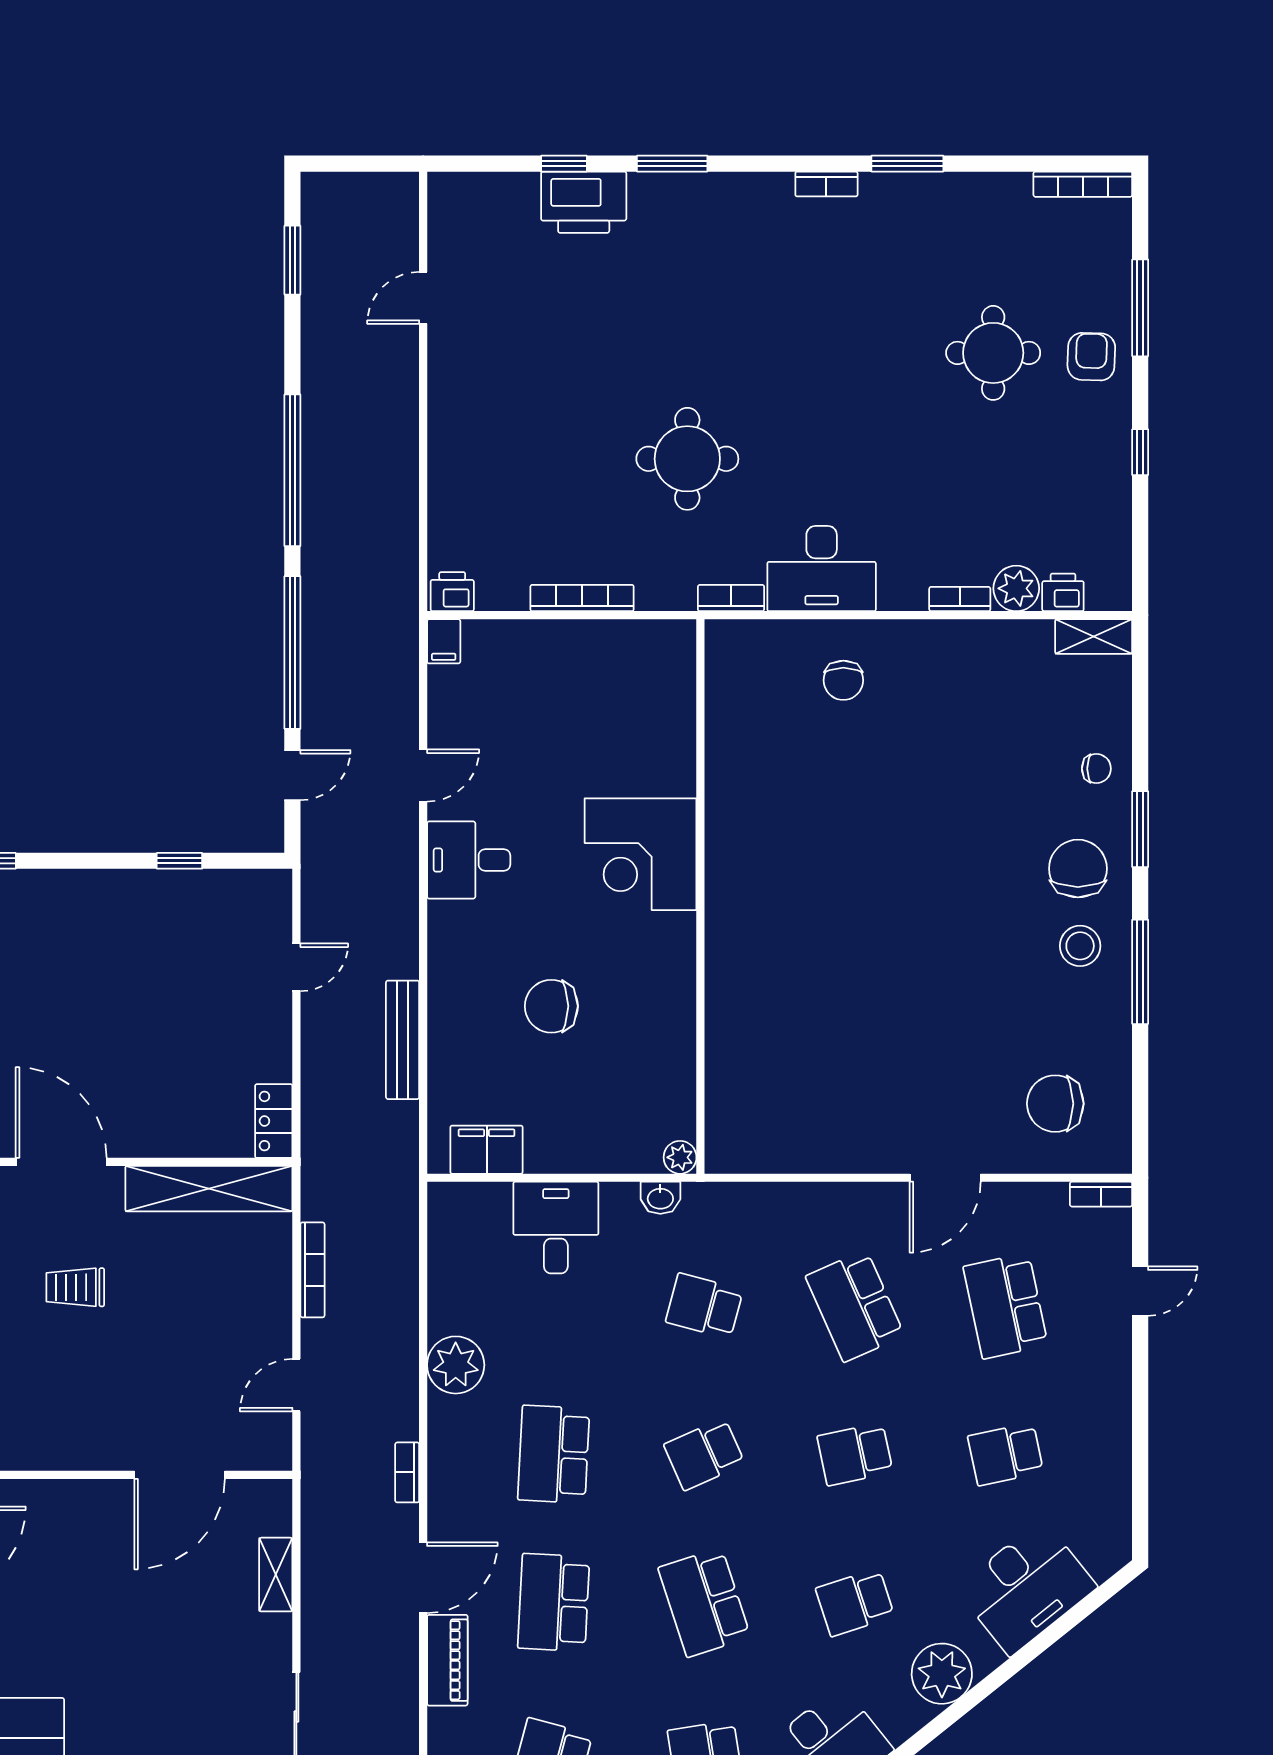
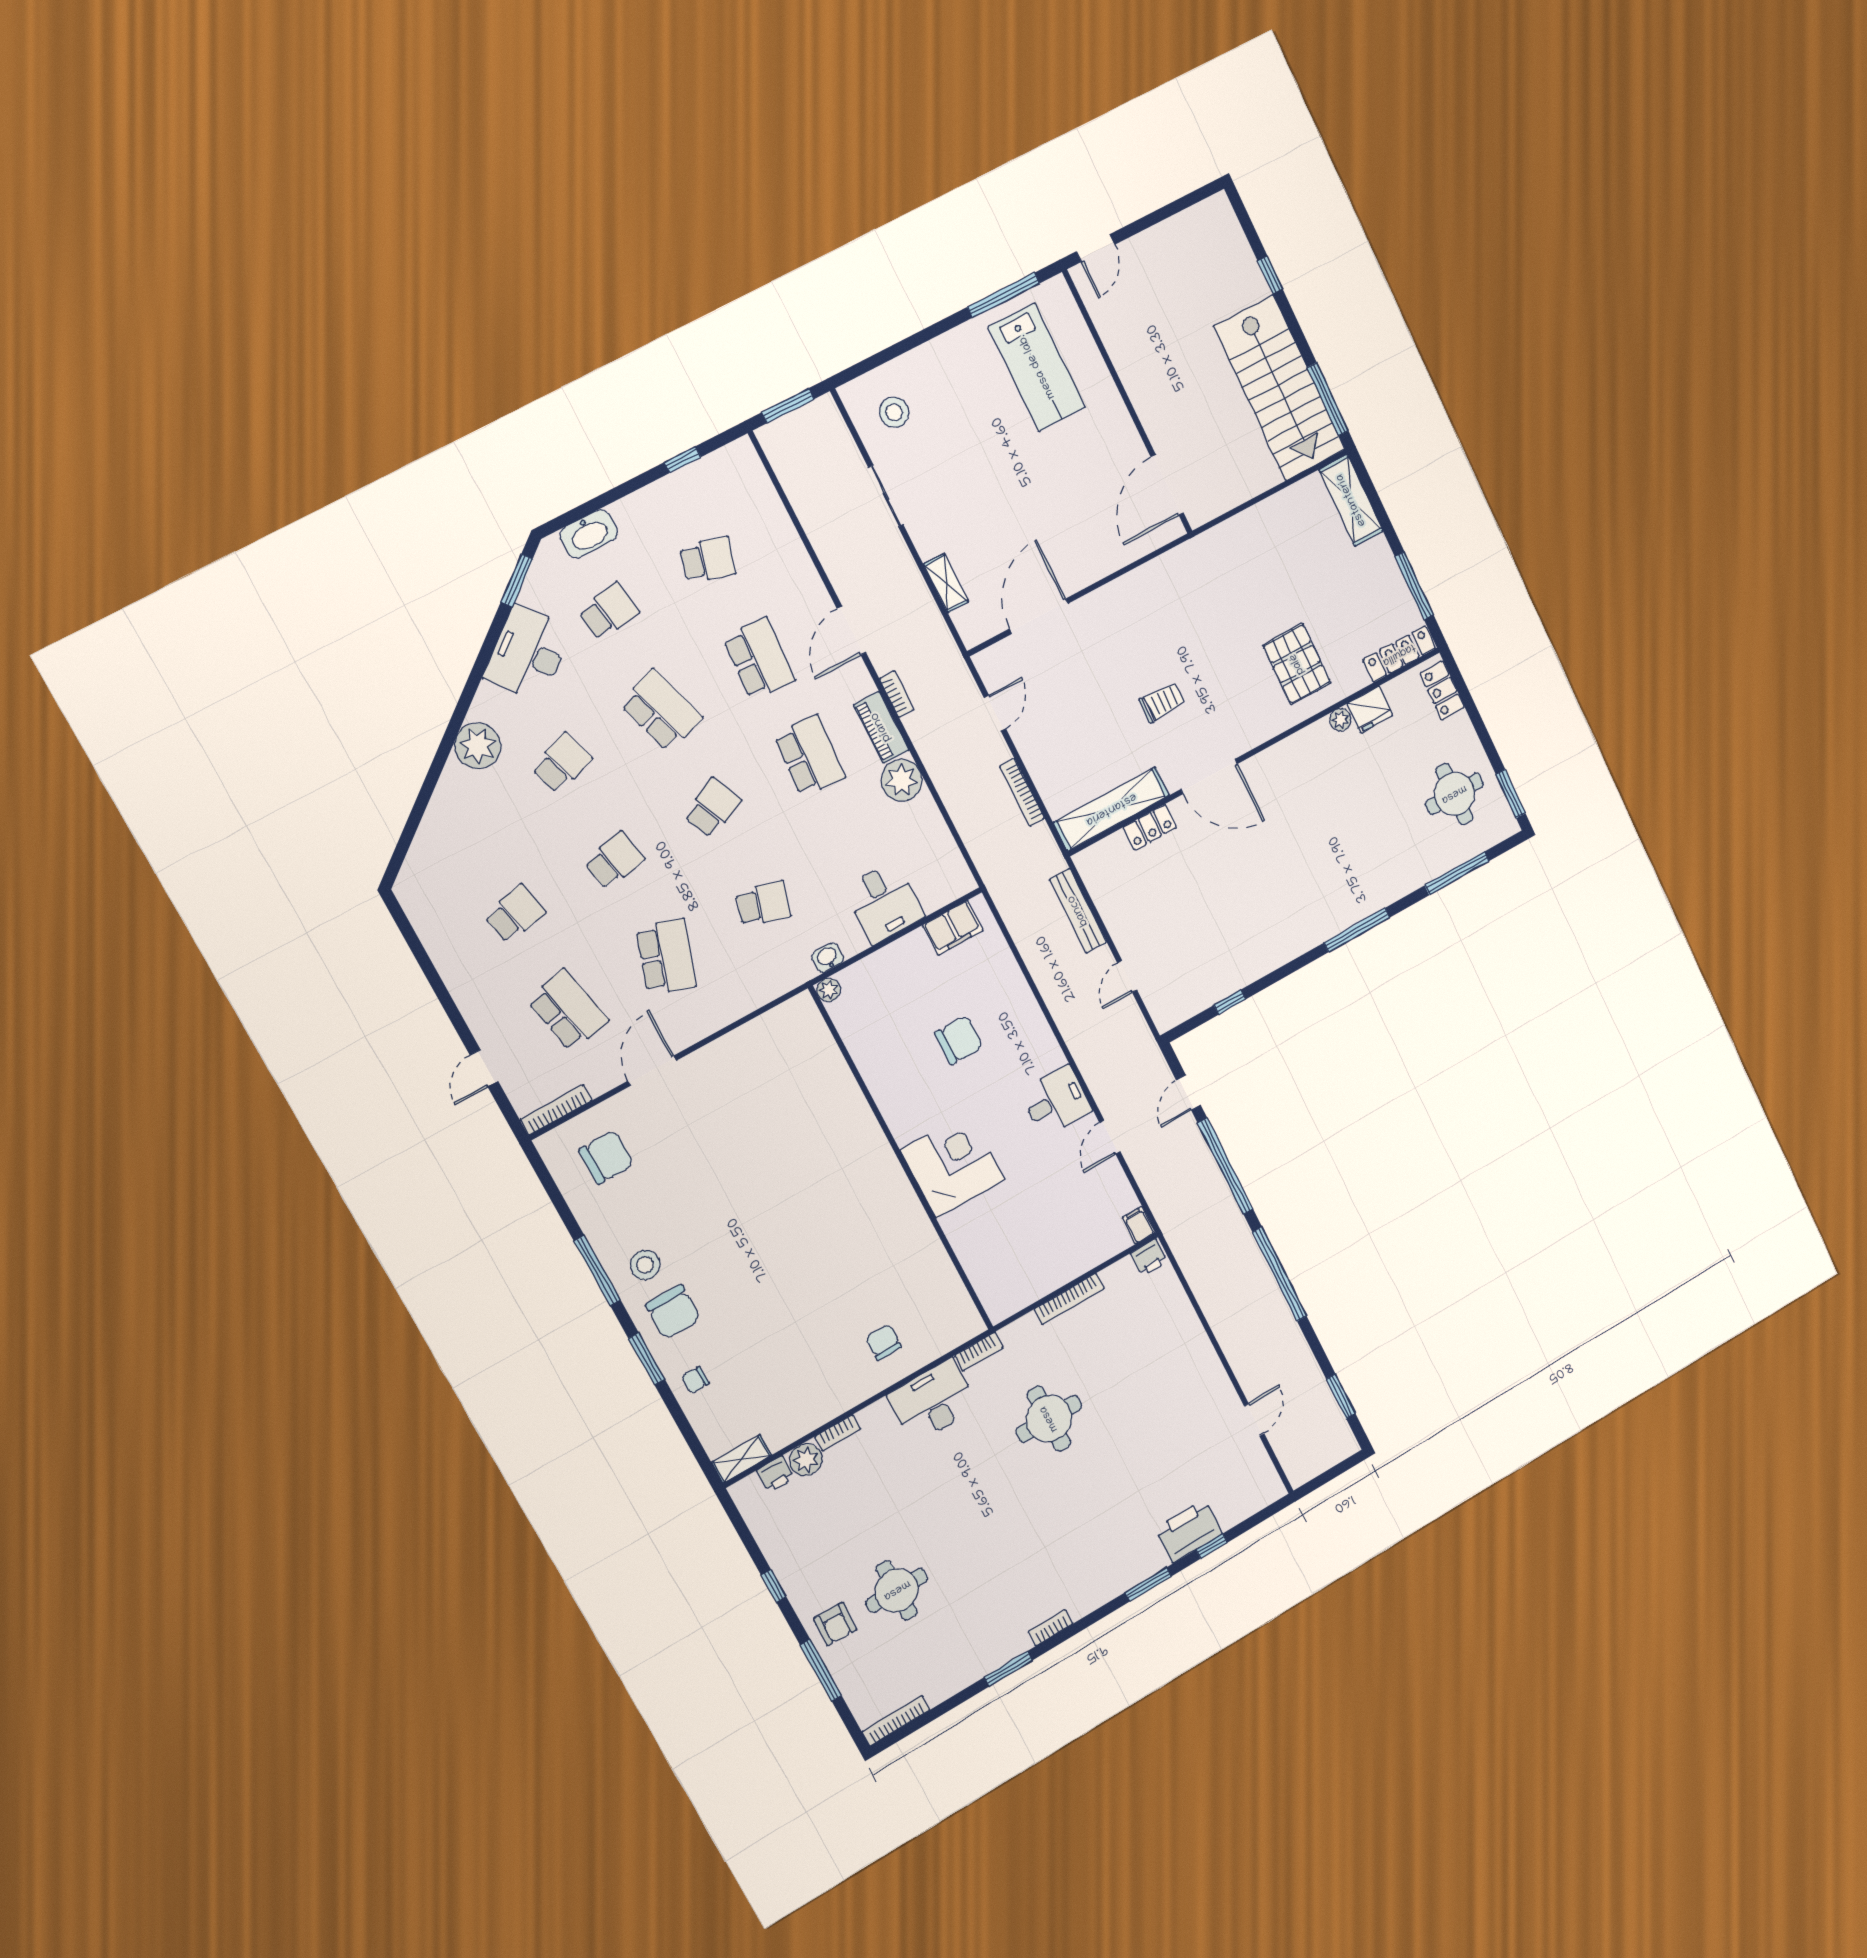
bench: (403, 1040) -> (1078, 911), moved
locker: (274, 1121) -> (1150, 827), moved, turned 90
bookcase: (1101, 1194) -> (556, 1110), width x1.56
school desk: (855, 1306) -> (666, 957), turned 42
desk: (1026, 1588) -> (453, 833), removed
piano: (447, 1660) -> (881, 727), moved

